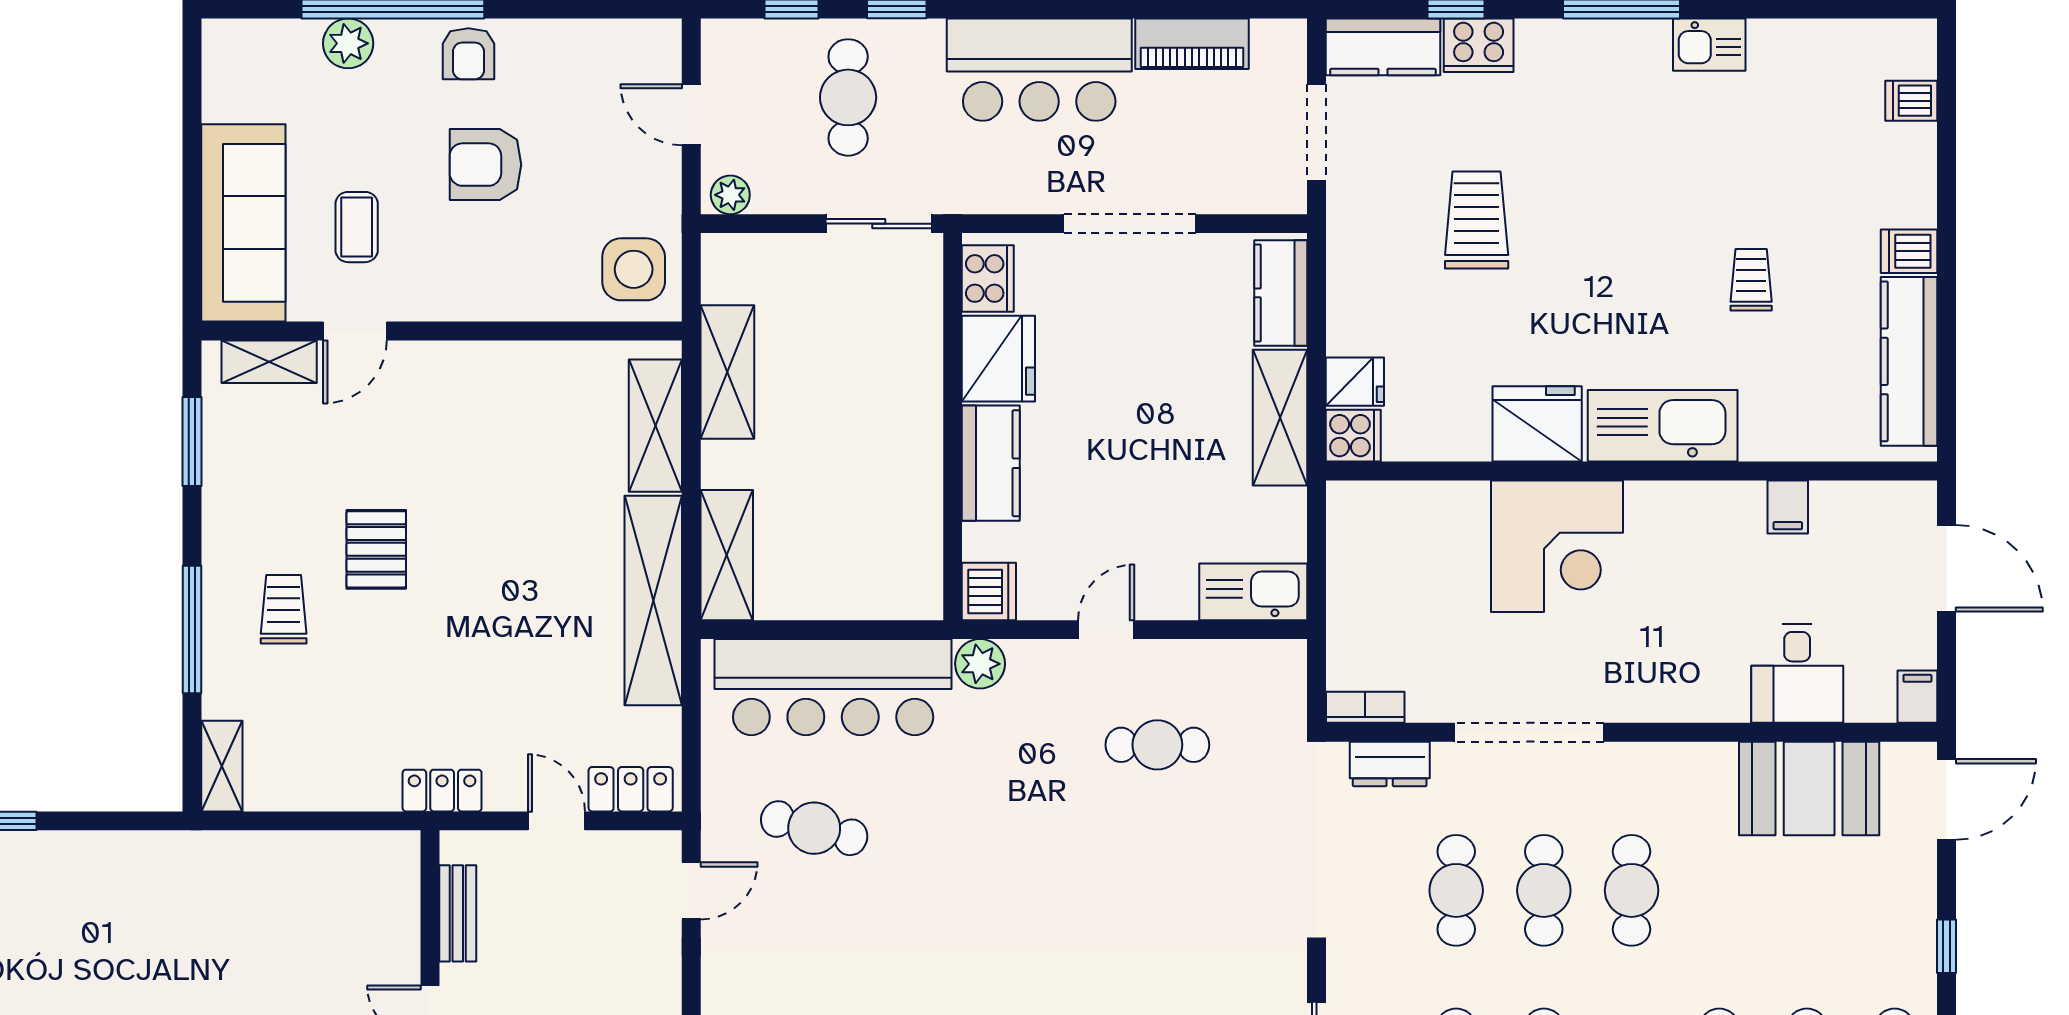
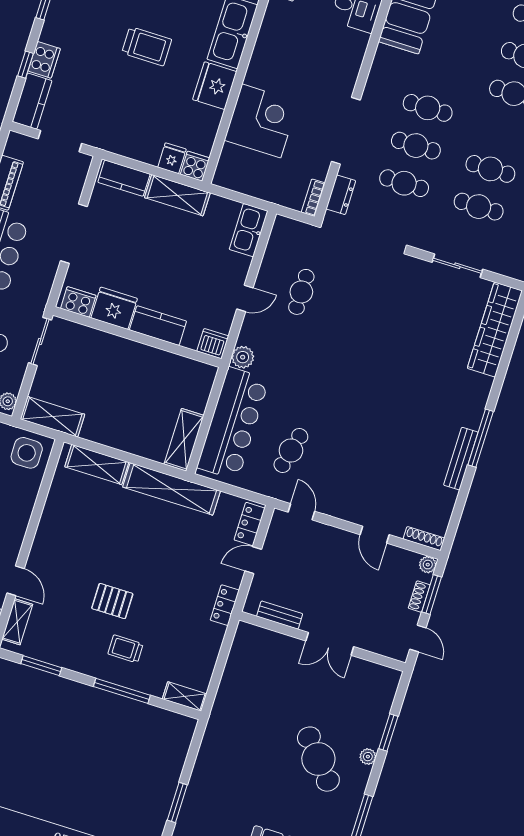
trolley: (1477, 220) -> (147, 46), moved, turned 180
shelving: (727, 372) -> (52, 417), moved
corner desk: (1557, 546) -> (261, 121), moved
shelving: (727, 555) -> (184, 440), moved, turned 90
door: (1106, 630) -> (245, 298), swing flipped

